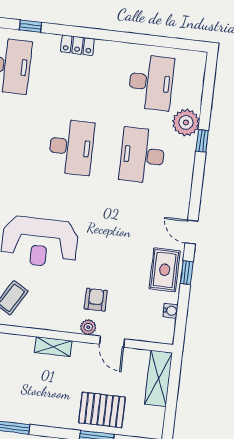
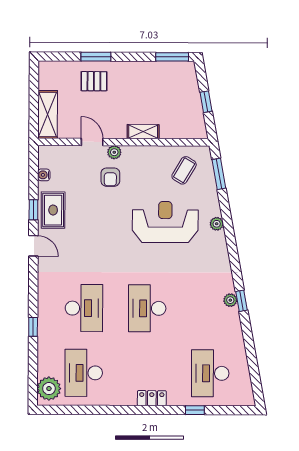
plant: (186, 122) -> (49, 389), moved
pallet: (102, 410) -> (94, 81), width x0.67, depth x0.71

